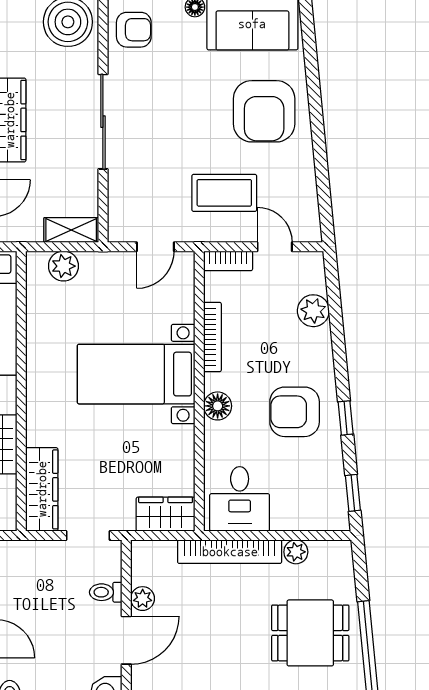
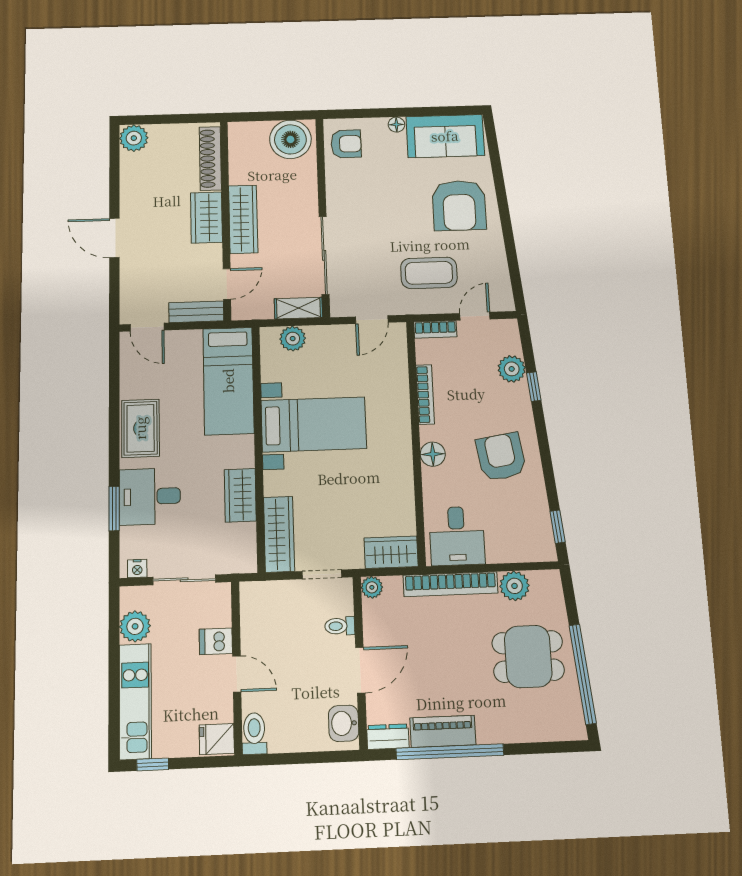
sliding door: (103, 122) -> (324, 255), moved
door: (275, 247) -> (475, 316), hinge flipped
bed with nightstands: (136, 374) -> (314, 424), moved, turned 180
armchair: (295, 412) -> (501, 457), turned 81
window: (346, 418) -> (534, 387), moved
plant: (296, 552) -> (515, 586), width x1.38, depth x1.38
plant: (143, 599) -> (372, 587), moved

